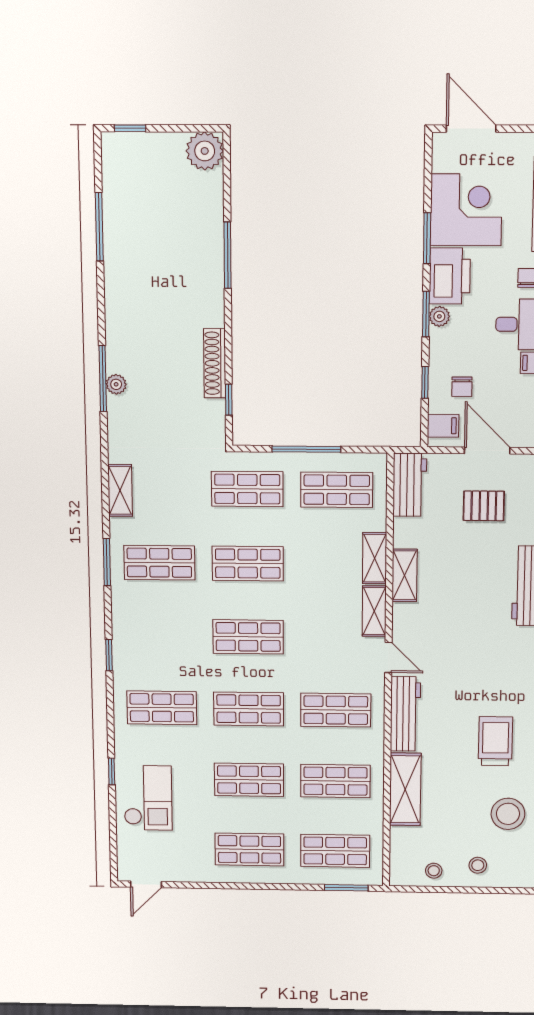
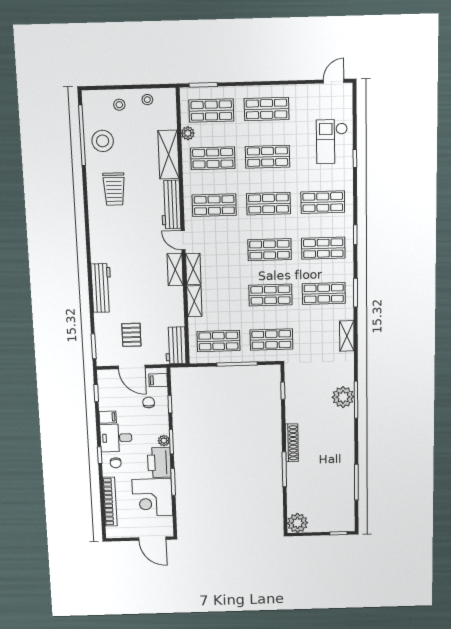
shoe rack: (215, 363) -> (292, 443), moved
plant: (116, 384) -> (343, 397), width x1.88, depth x1.88
pallet: (484, 506) -> (131, 335), turned 90
shelving: (404, 575) -> (175, 270), moved
shop shelf: (161, 636) -> (323, 248), added
plant: (373, 820) -> (188, 133), added

